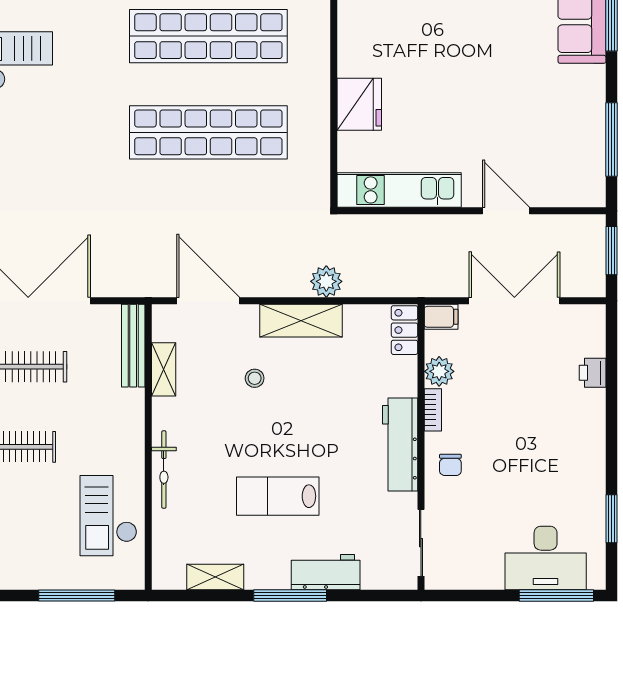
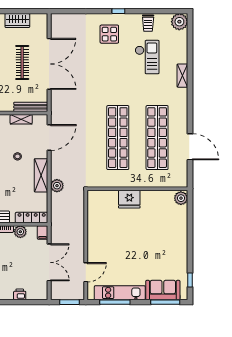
kitchen unit: (399, 190) -> (120, 293), moved, turned -90
door: (506, 211) -> (86, 272), moved
locker: (404, 330) -> (32, 218), width x1.53

